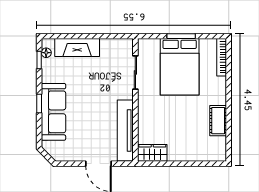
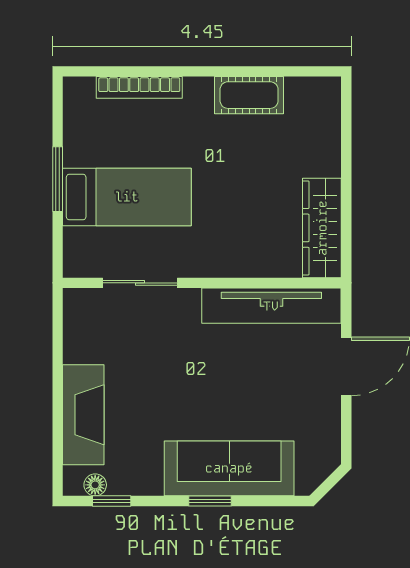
bookcase: (222, 57) -> (139, 87), moved
bed: (180, 67) -> (127, 197), width x0.67
wardrobe: (152, 153) -> (322, 228), width x1.50

